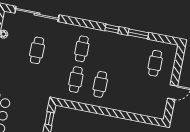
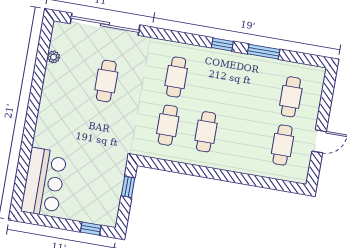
cafe table: (149, 94) -> (283, 145), added

